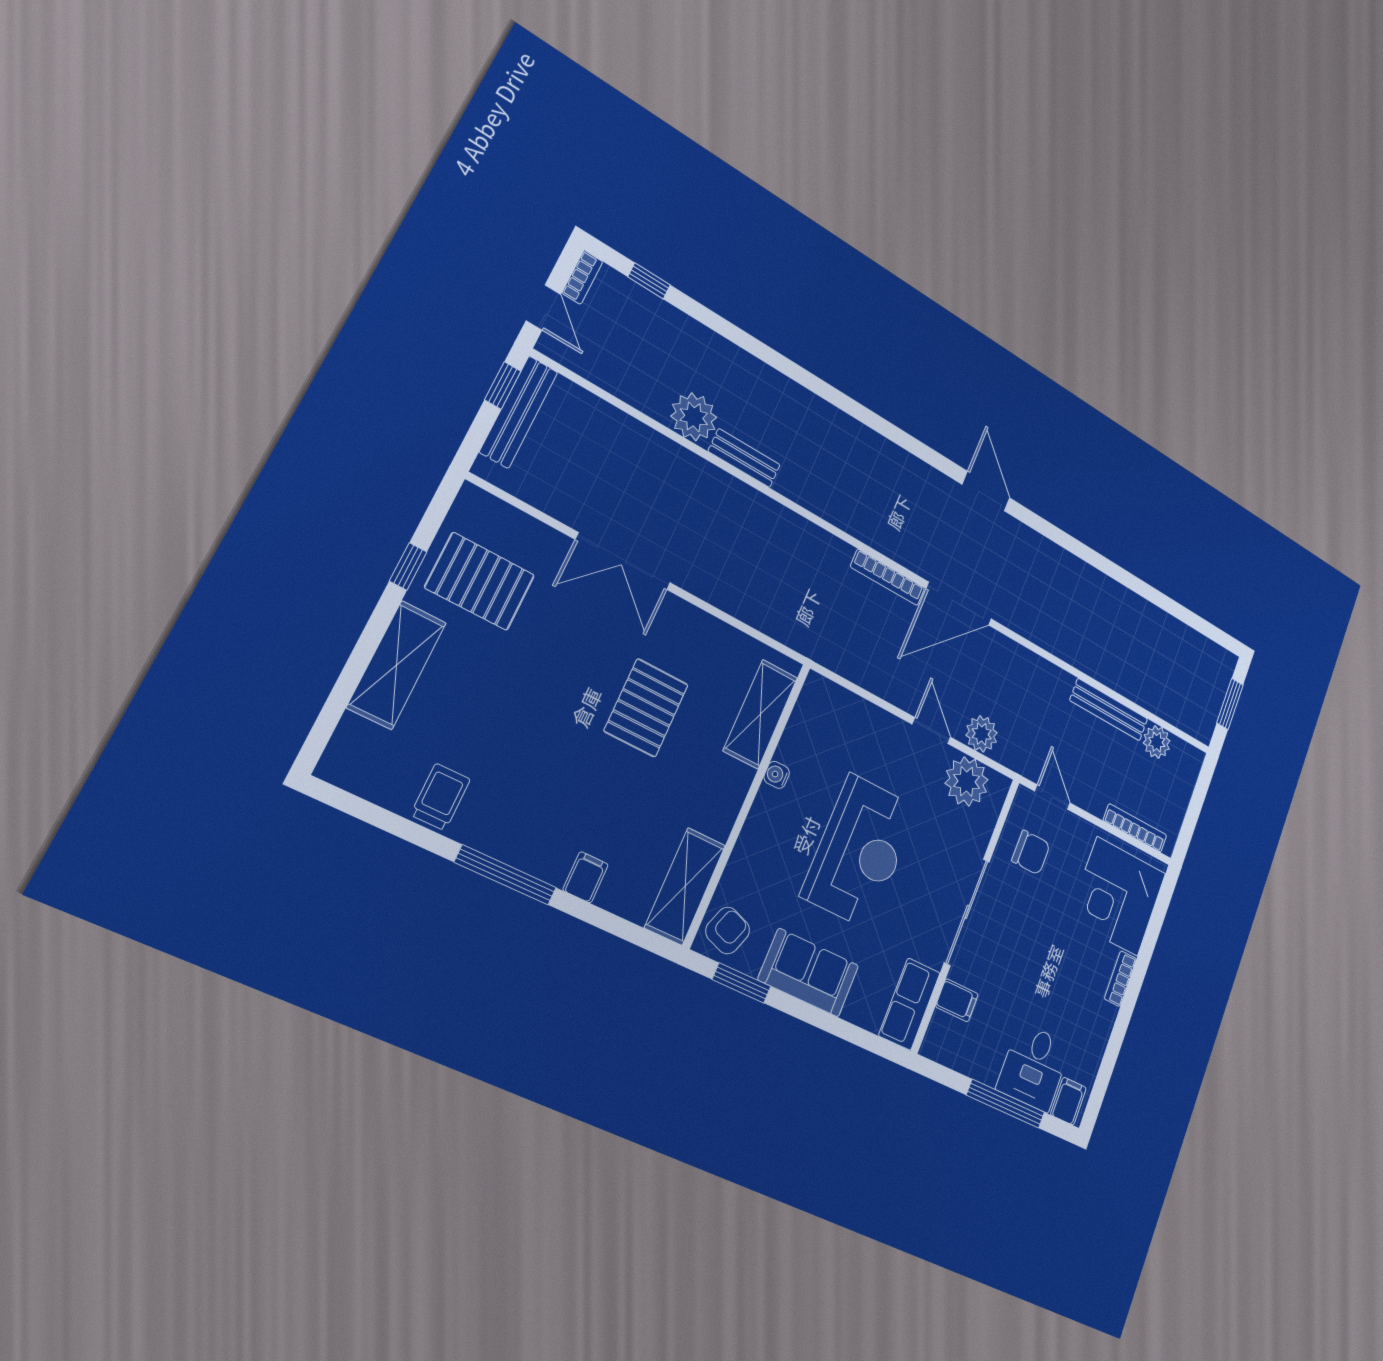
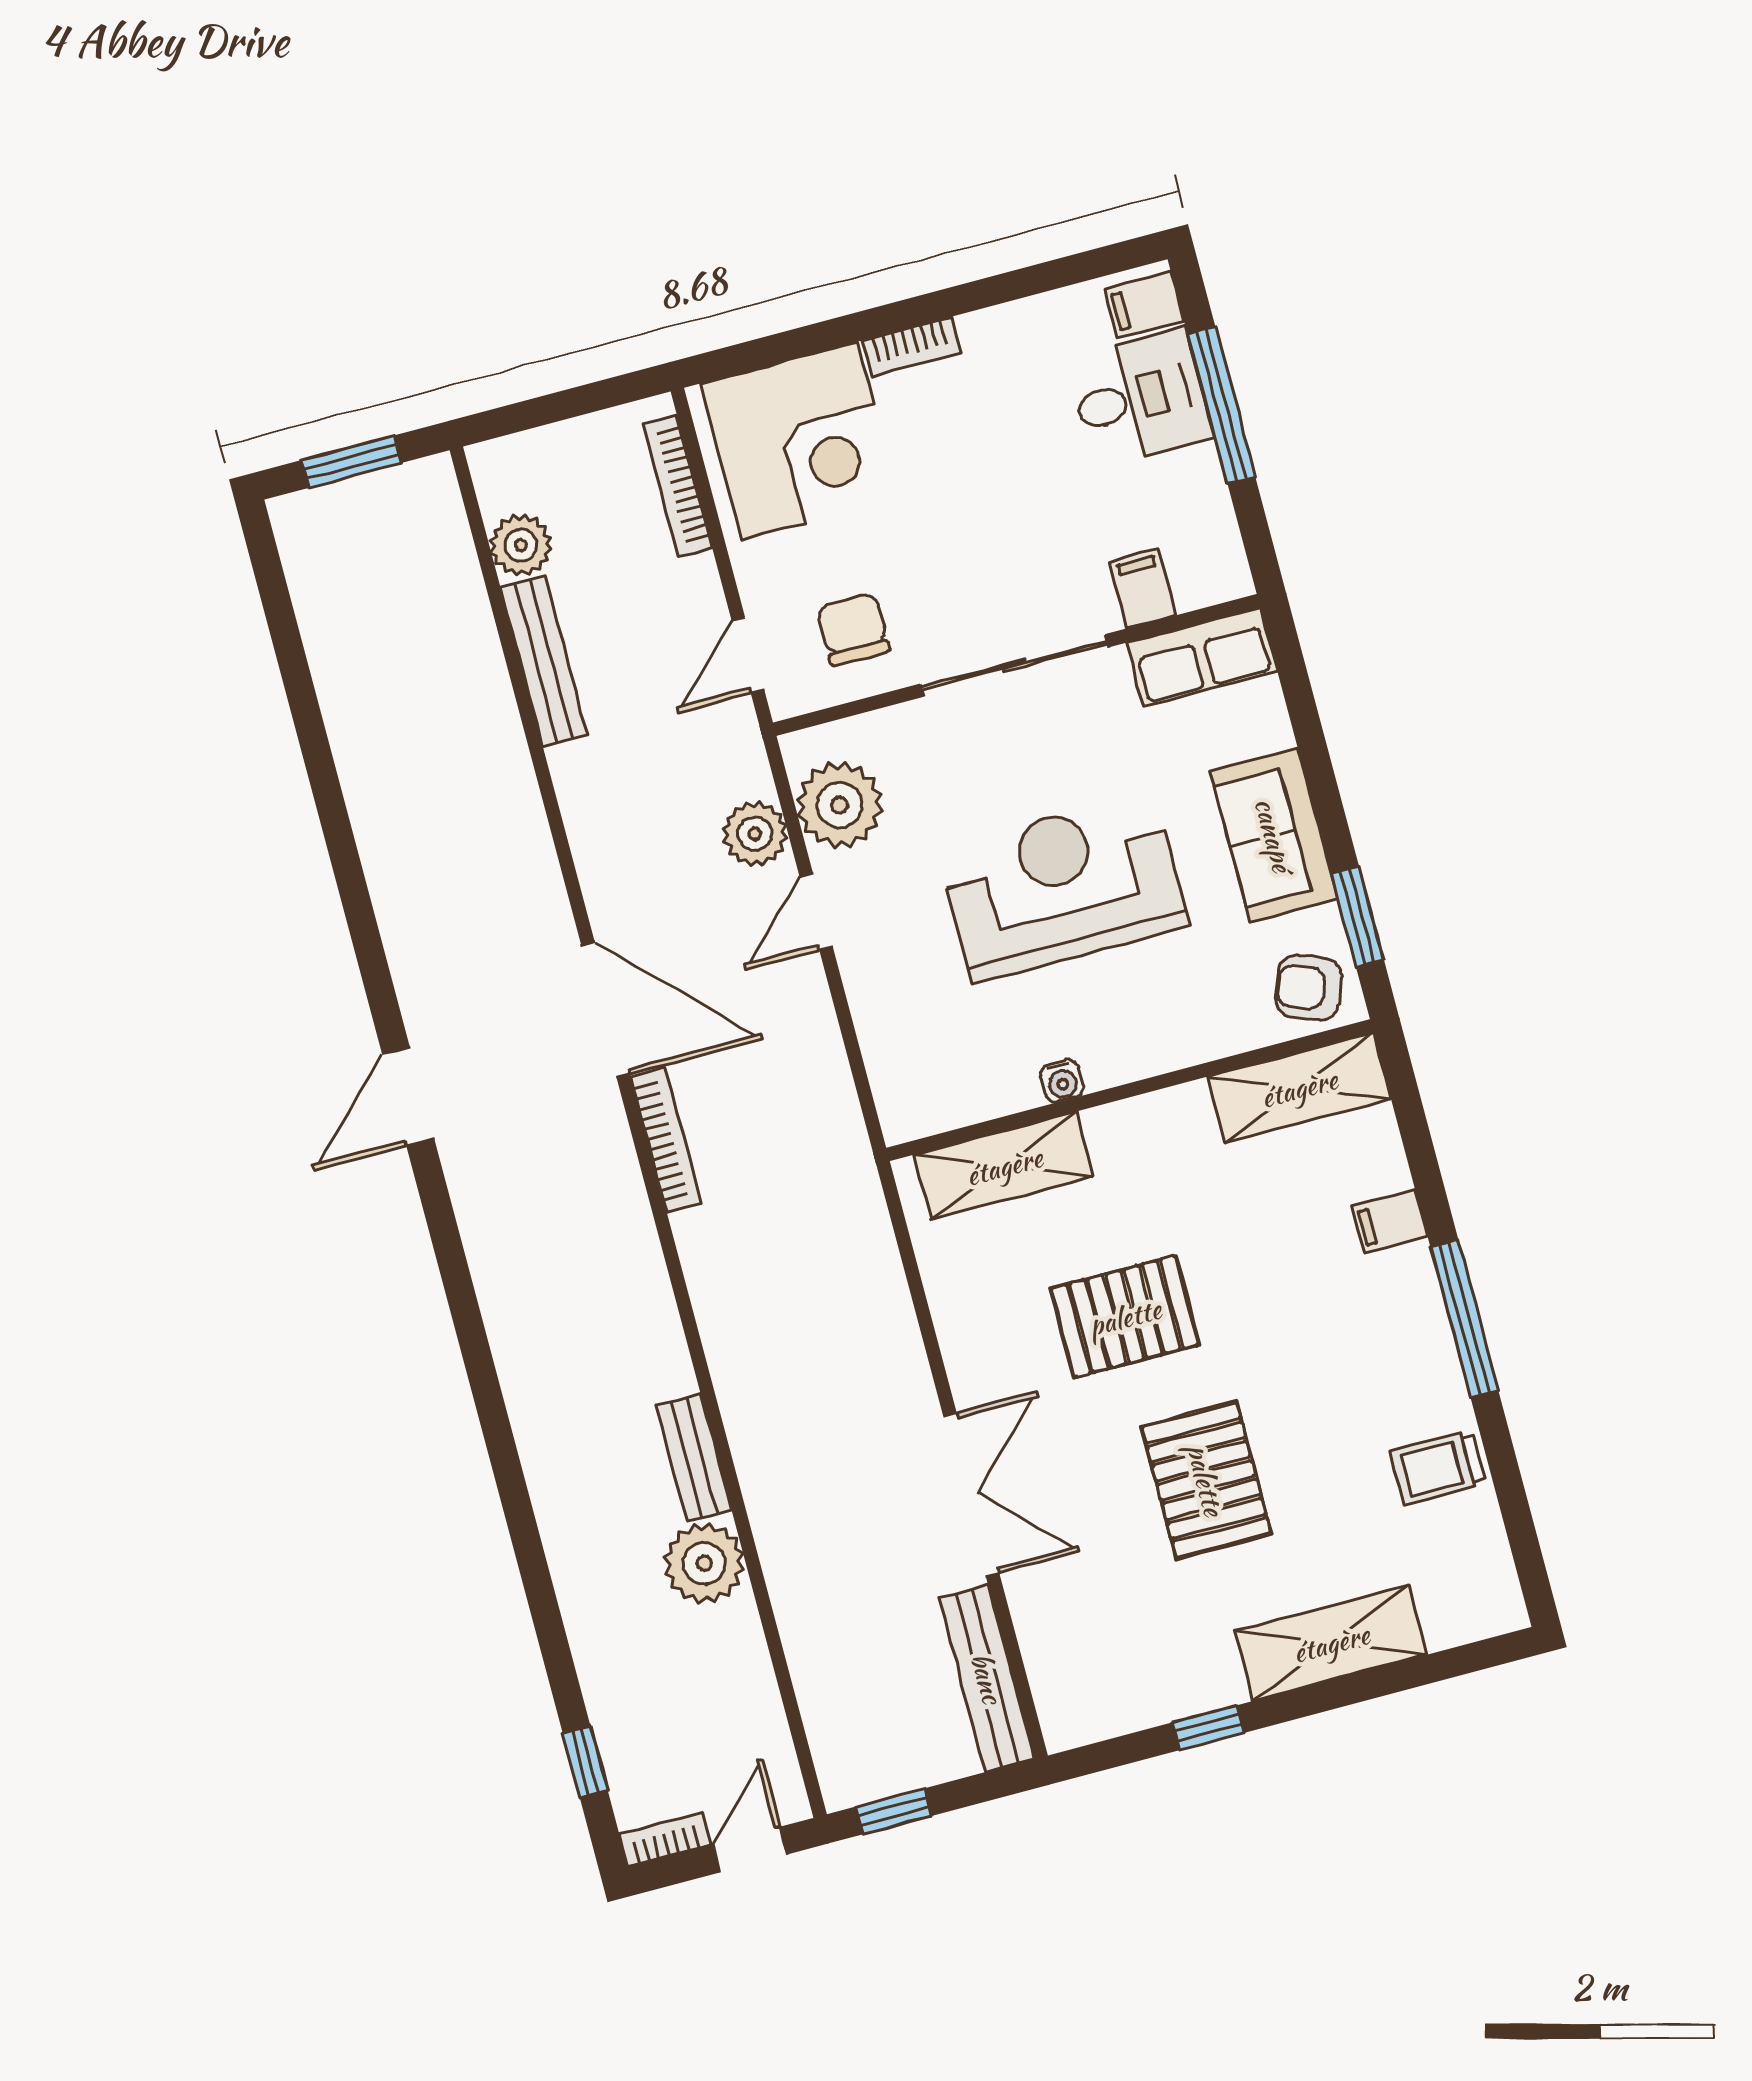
bench: (519, 412) -> (987, 1678), moved, turned 90
pallet: (480, 581) -> (1206, 1480), moved

